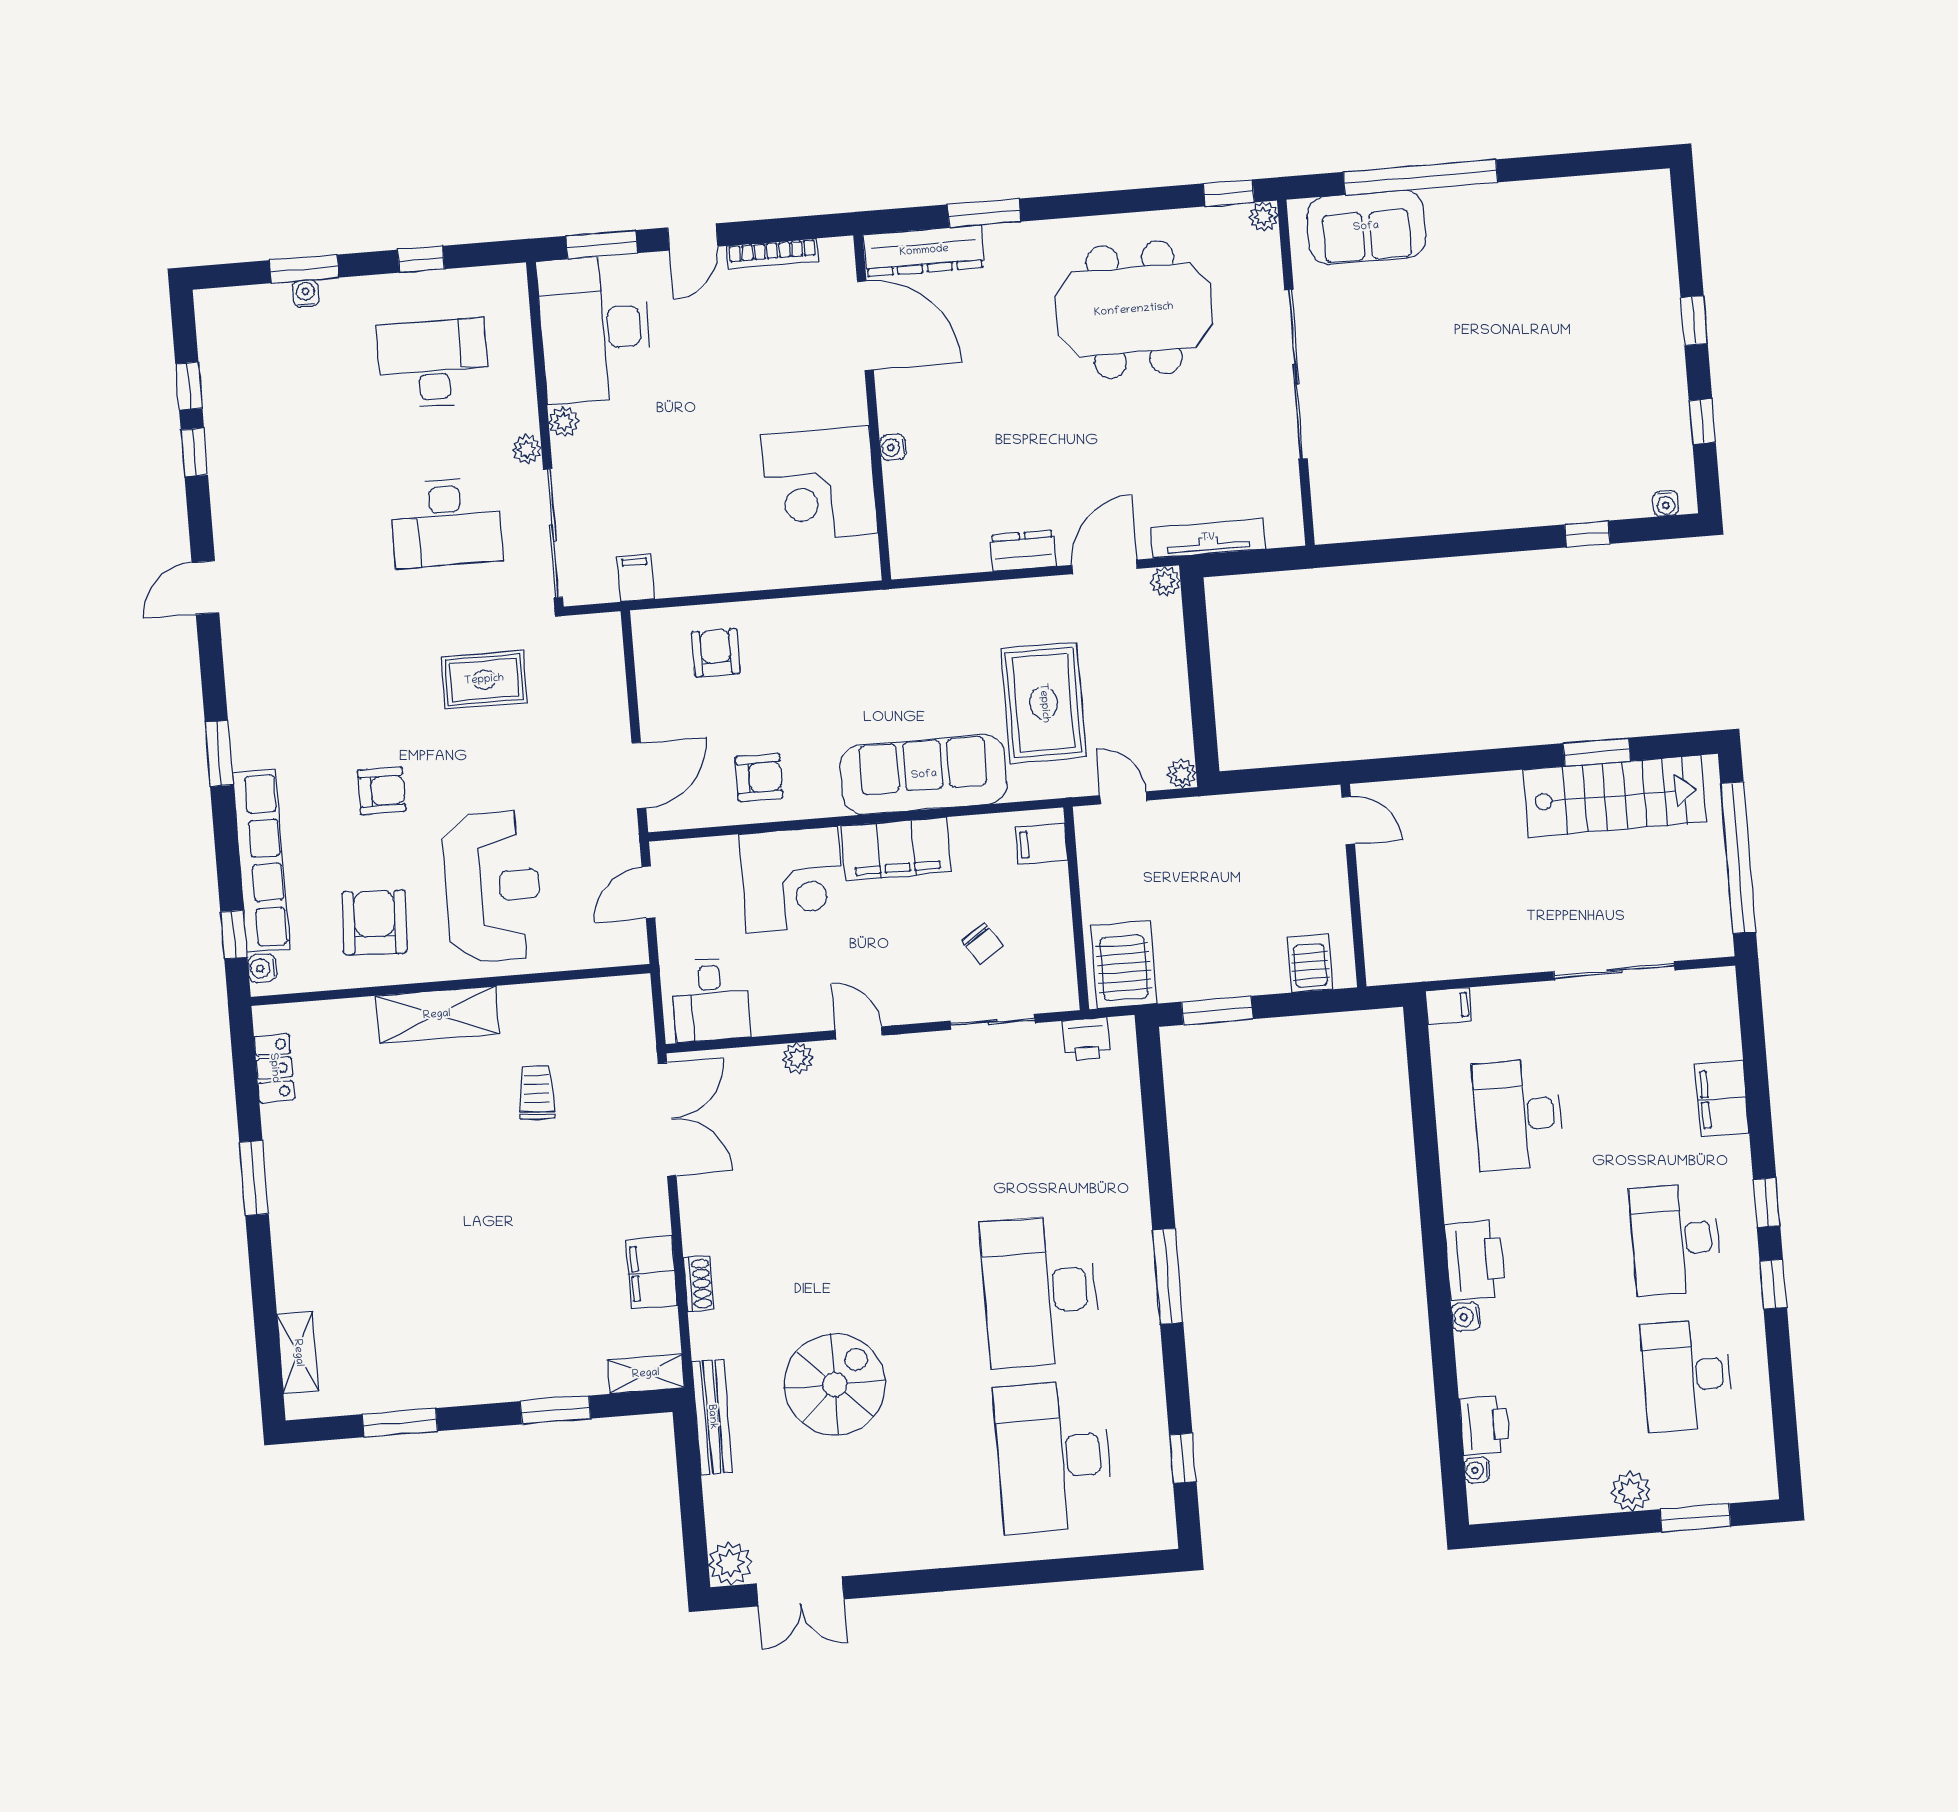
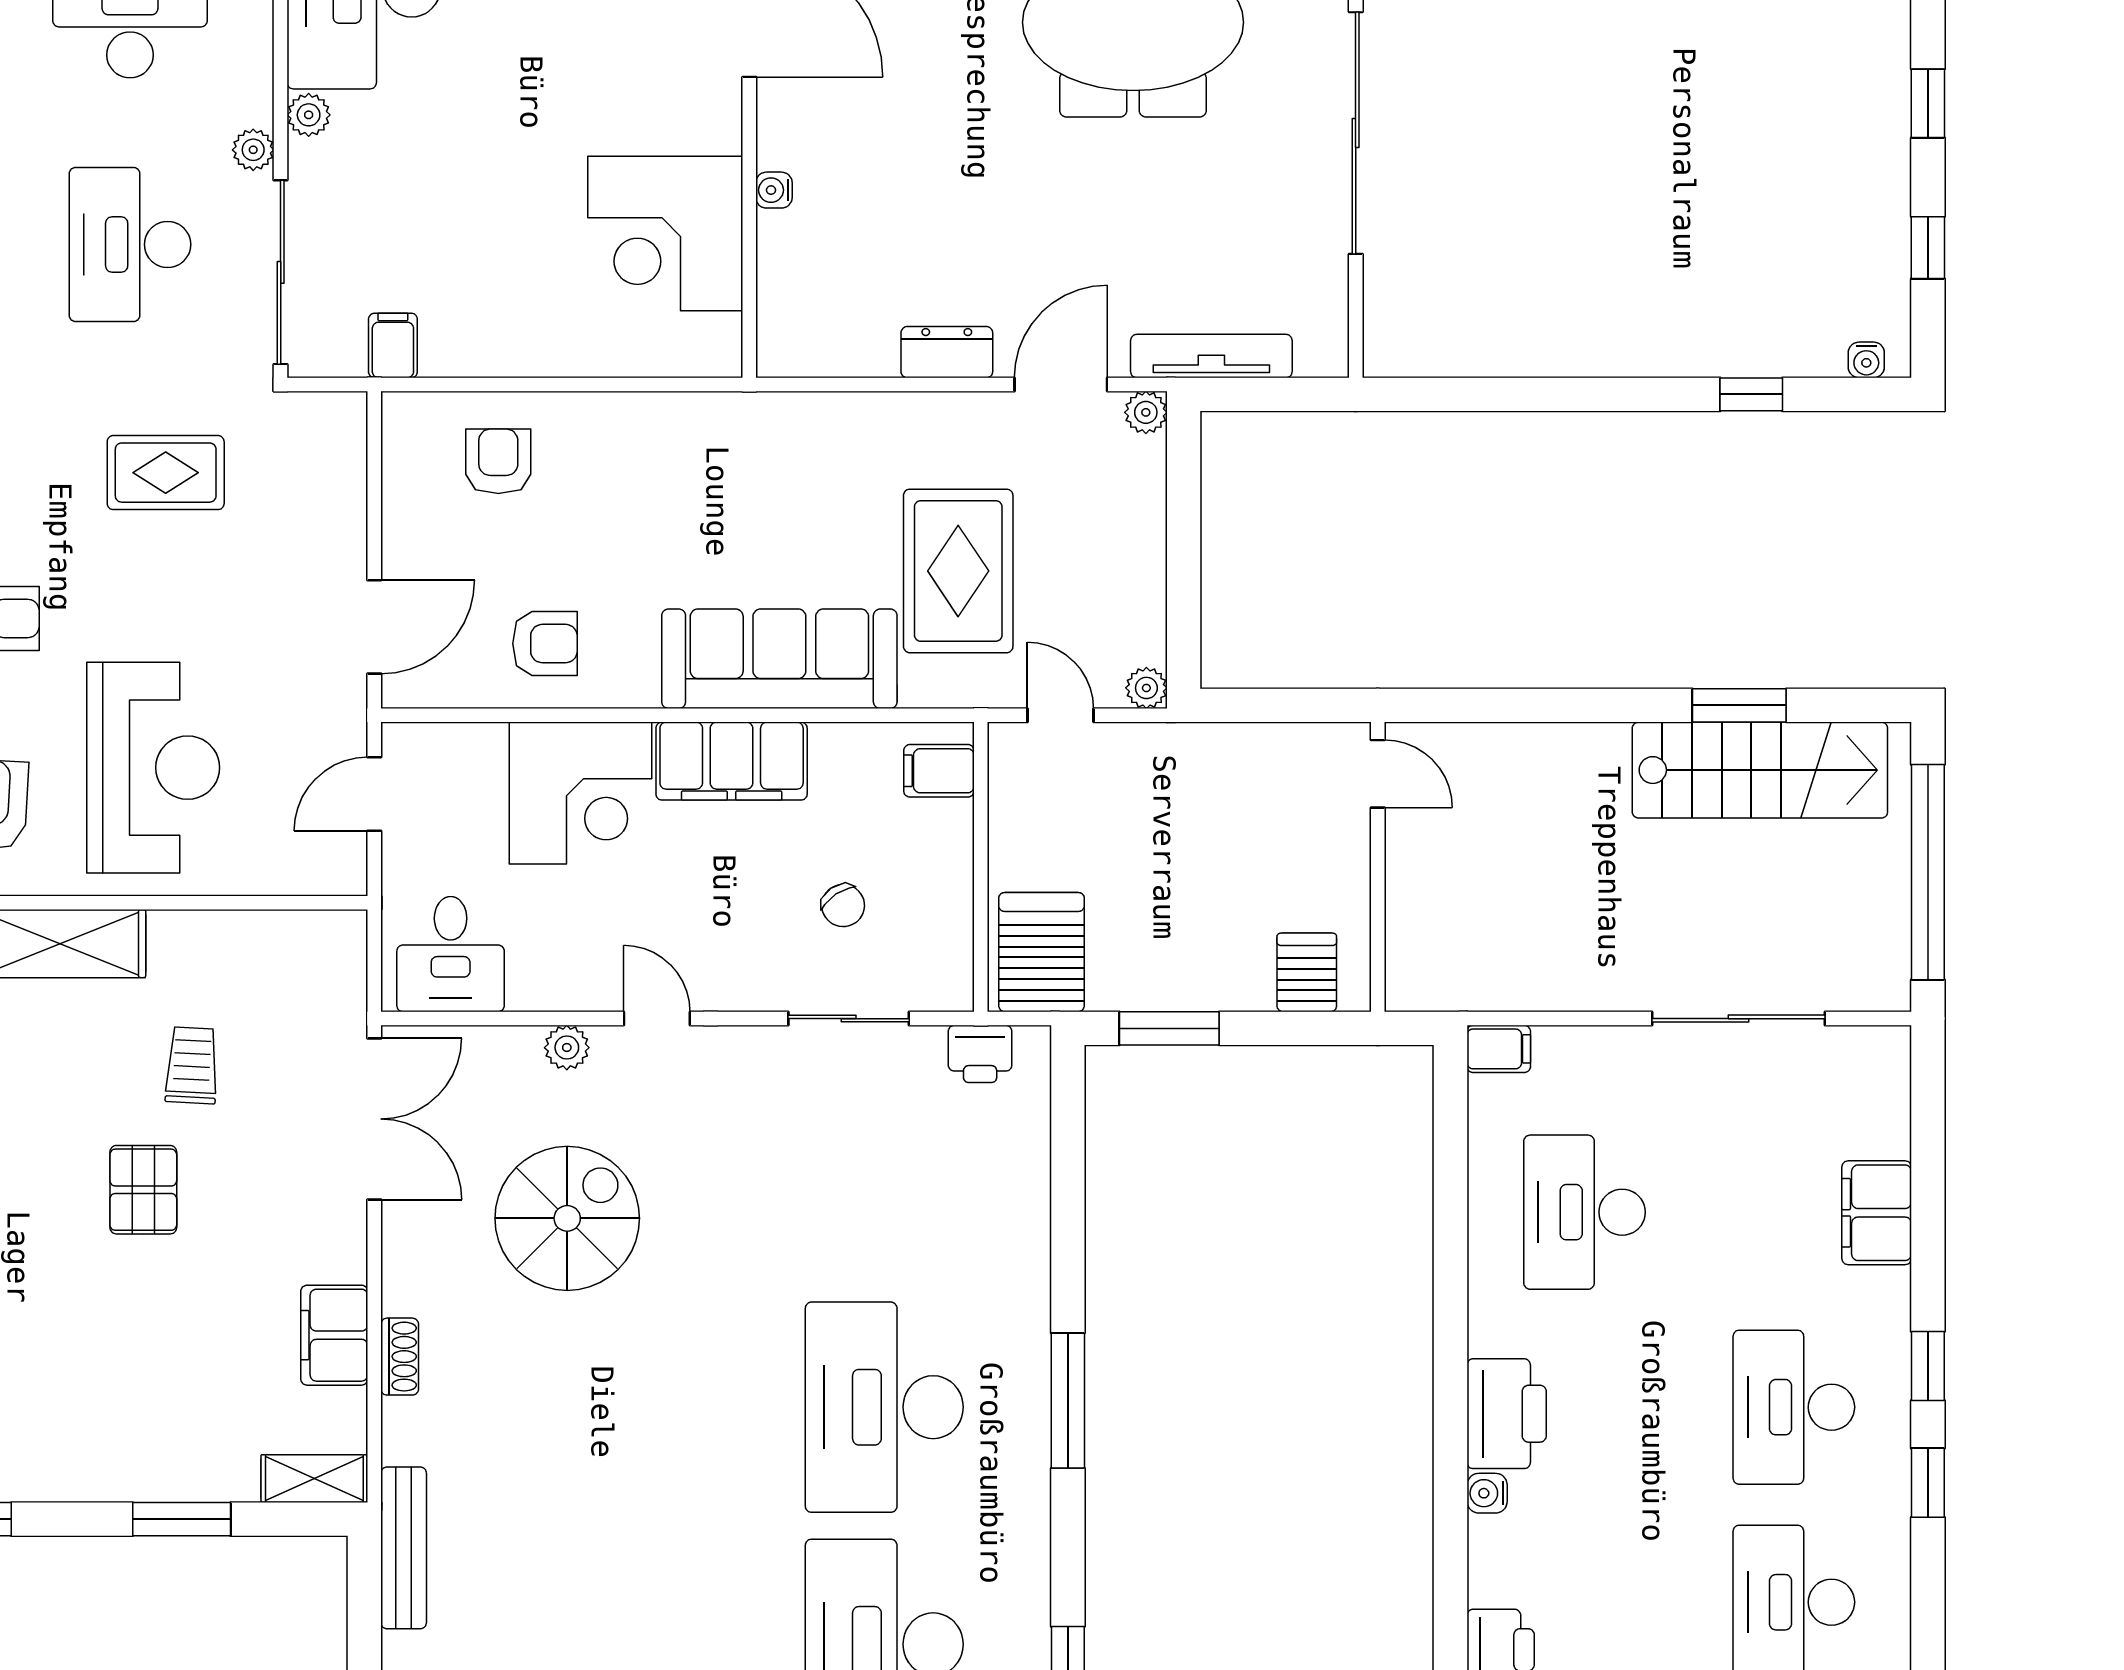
desk: (446, 522) -> (130, 244), turned 90
pallet: (510, 1182) -> (143, 1190), added
spiral stairs: (835, 1384) -> (567, 1218), moved

